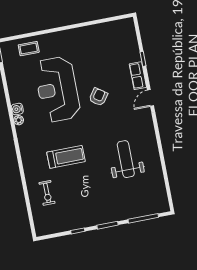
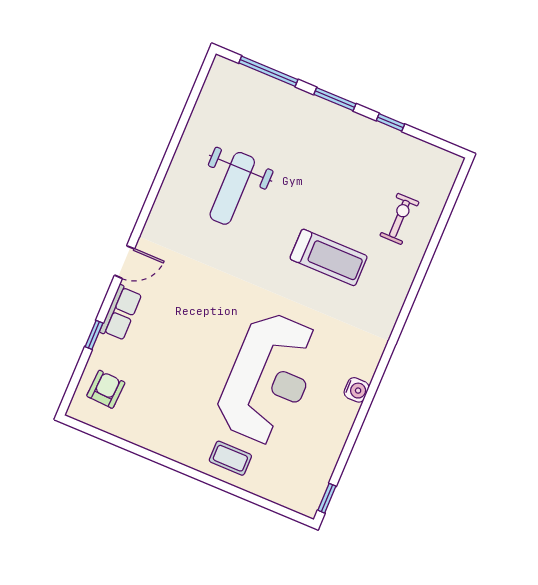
coffee table: (29, 49) -> (230, 458), moved
armchair: (98, 97) -> (106, 389), moved, turned 148
plant: (19, 120) -> (366, 370), removed
treadmill: (66, 157) -> (329, 257), turned 180

